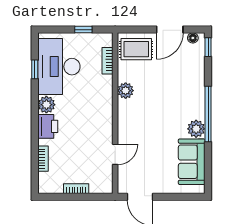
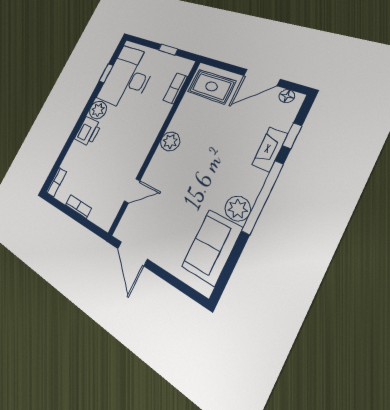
window: (208, 47) -> (292, 136), moved
fireplace: (198, 80) -> (270, 149), added
plant: (126, 91) -> (170, 141), moved
bookcase: (43, 159) -> (56, 182), moved

